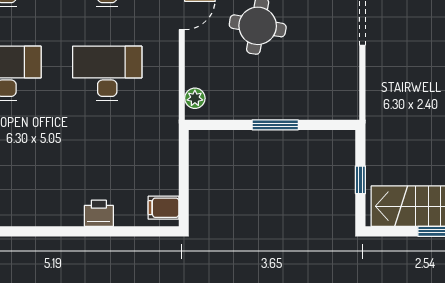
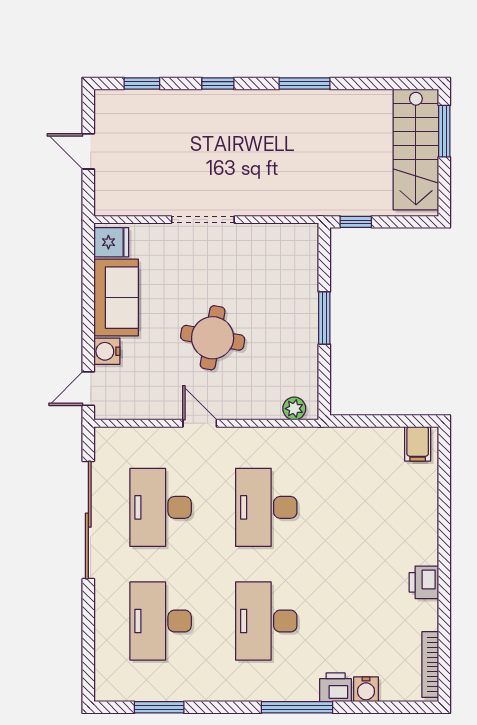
window: (360, 180) -> (356, 222), moved
printer: (99, 213) -> (424, 582), moved

